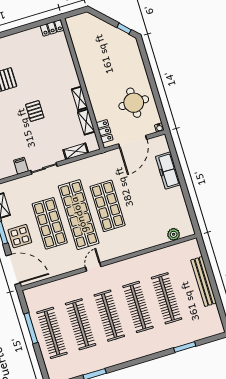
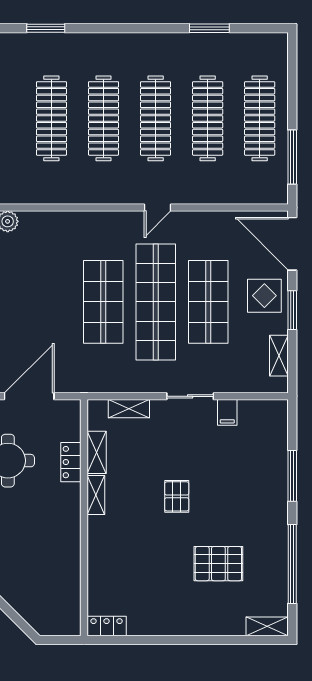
locker: (105, 131) -> (71, 462), moved
window: (31, 328) -> (292, 157), moved

